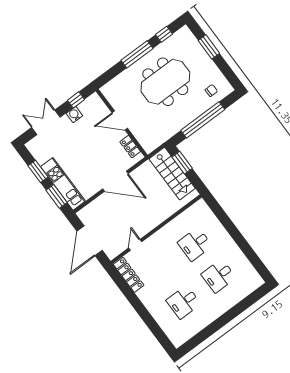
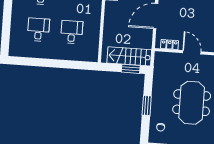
window: (203, 120) -> (147, 105), width x0.47
door: (120, 121) -> (192, 52), hinge flipped

